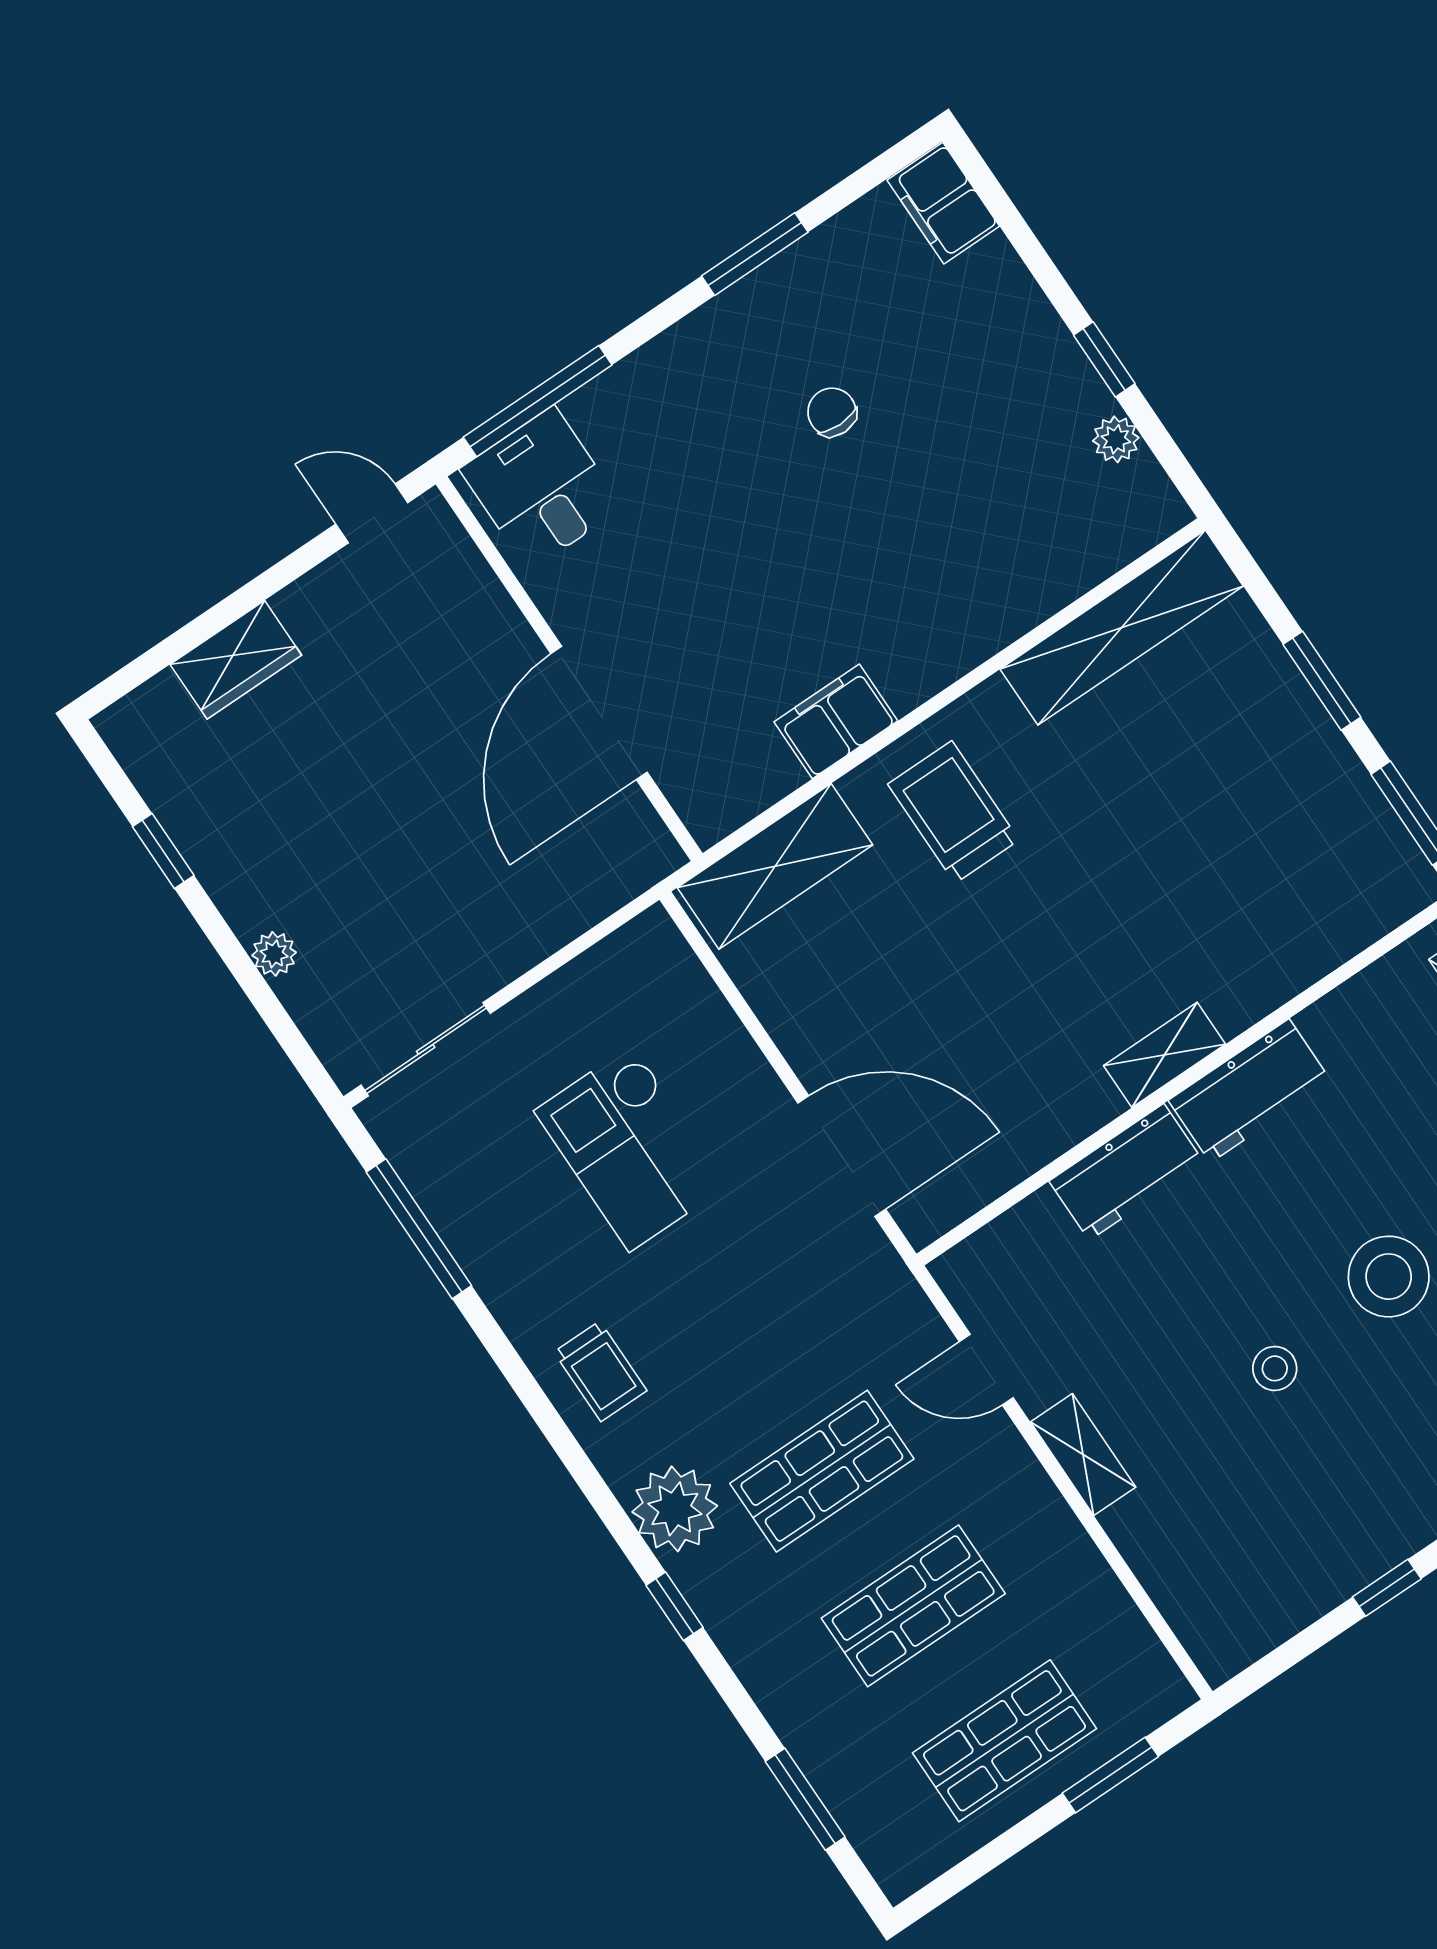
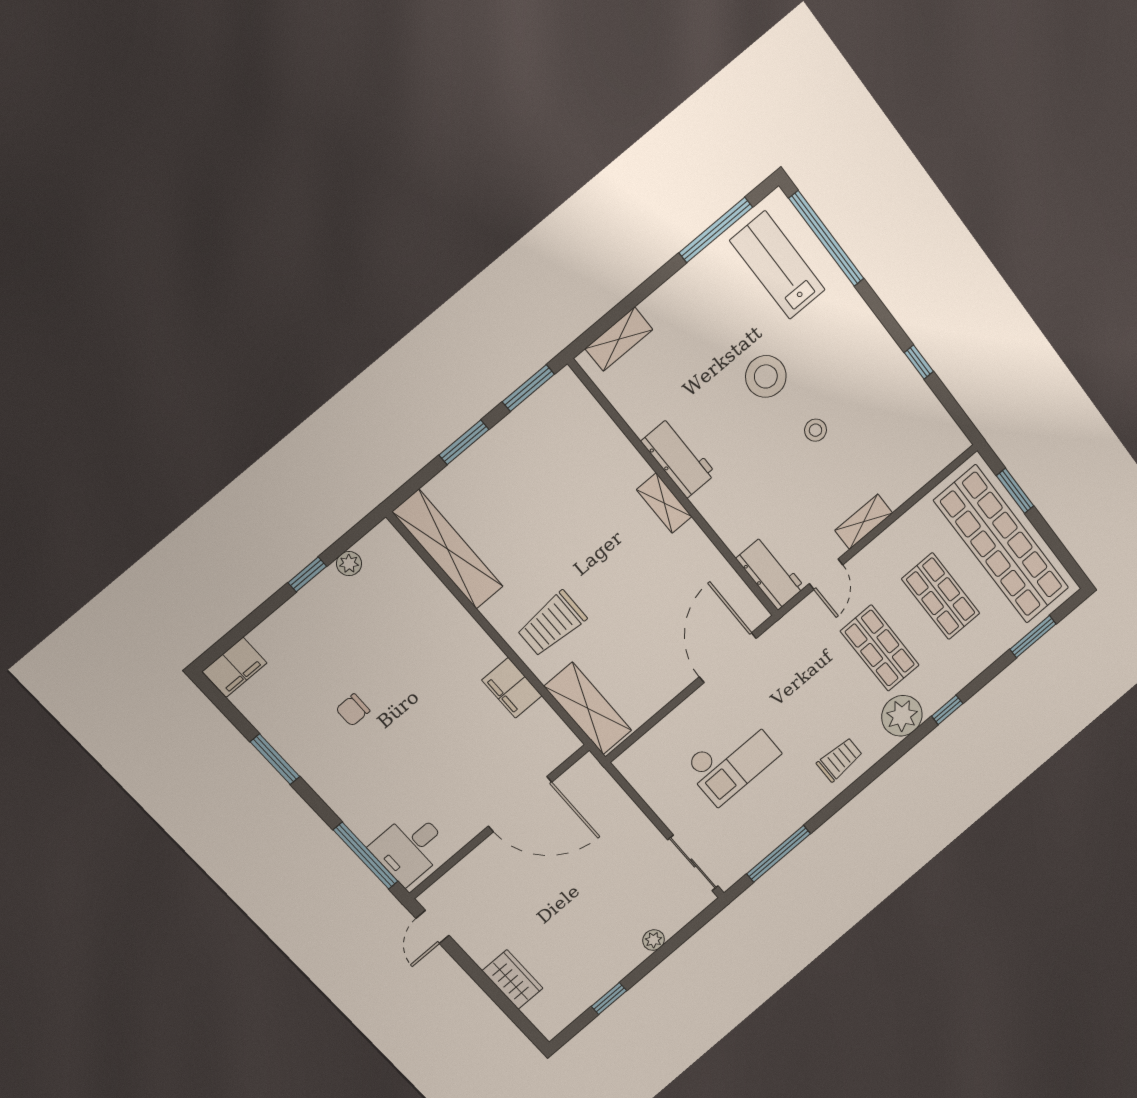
workbench: (1126, 1172) -> (770, 573), moved
shop shelf: (1004, 1741) -> (1002, 544), width x2.00, depth x1.36

